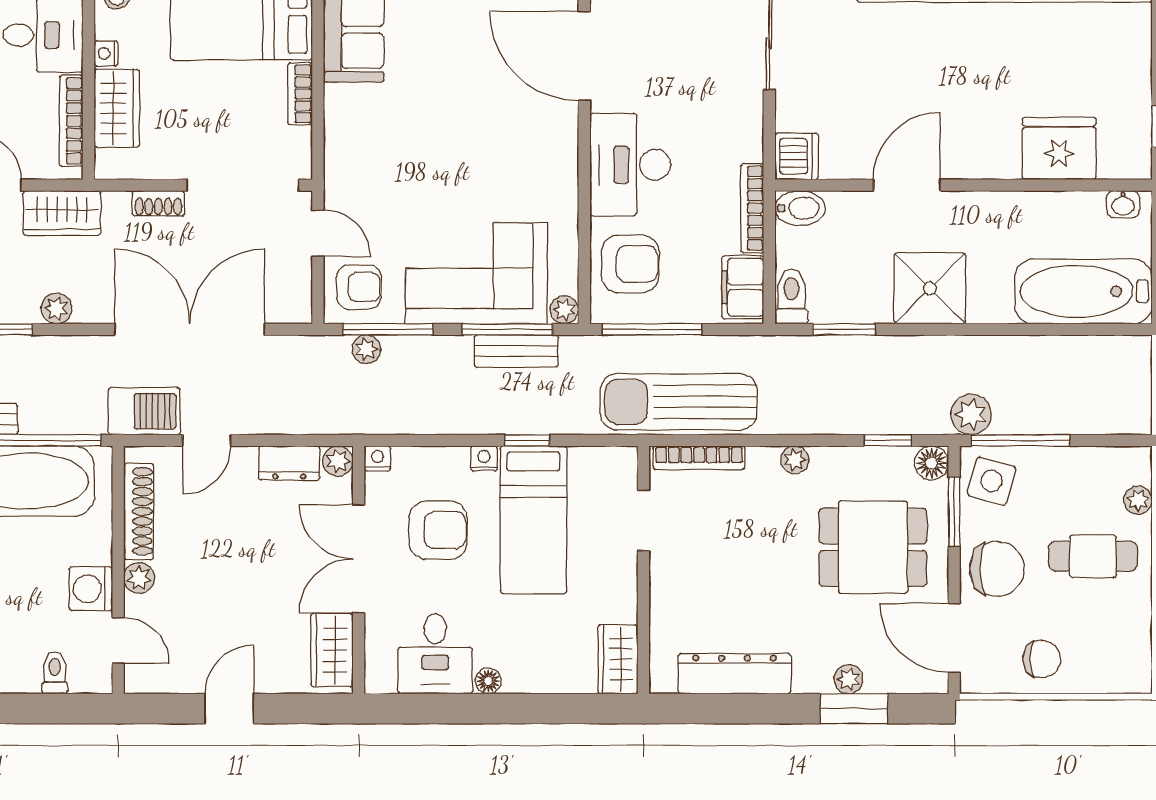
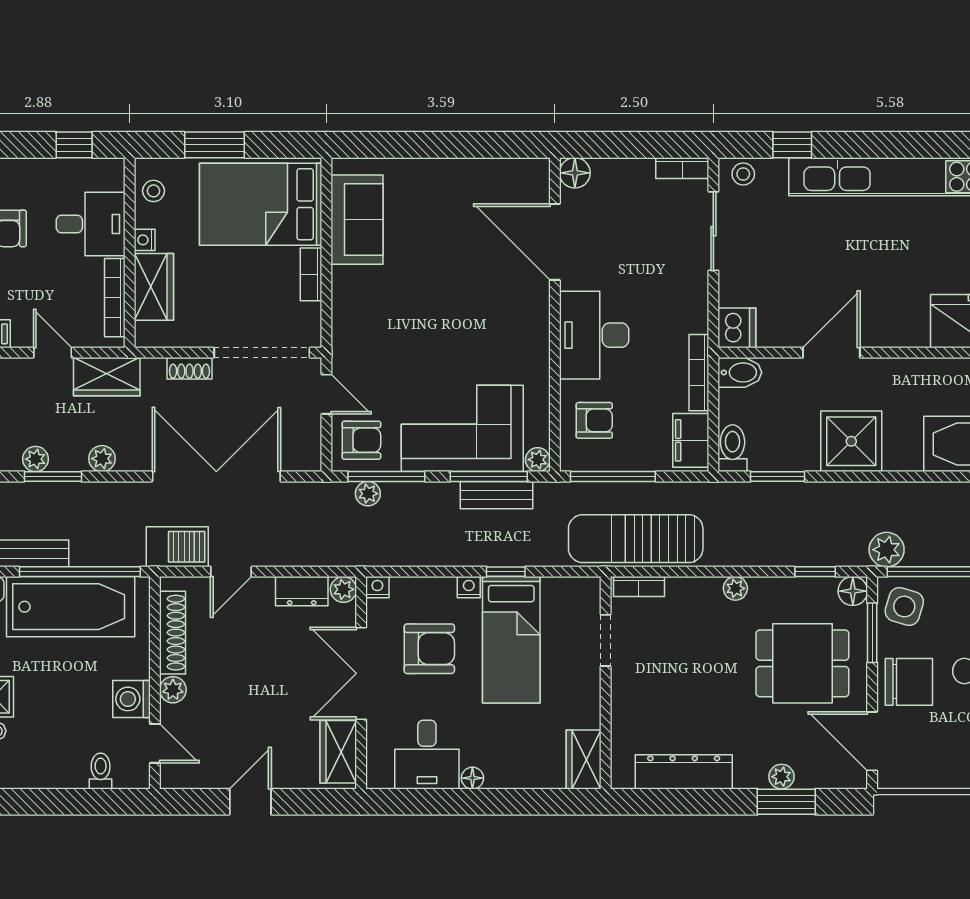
armchair: (630, 264) -> (594, 420), width x0.72, depth x0.72
bookcase: (699, 458) -> (639, 587), width x0.64
chair: (1042, 659) -> (947, 759), removed

